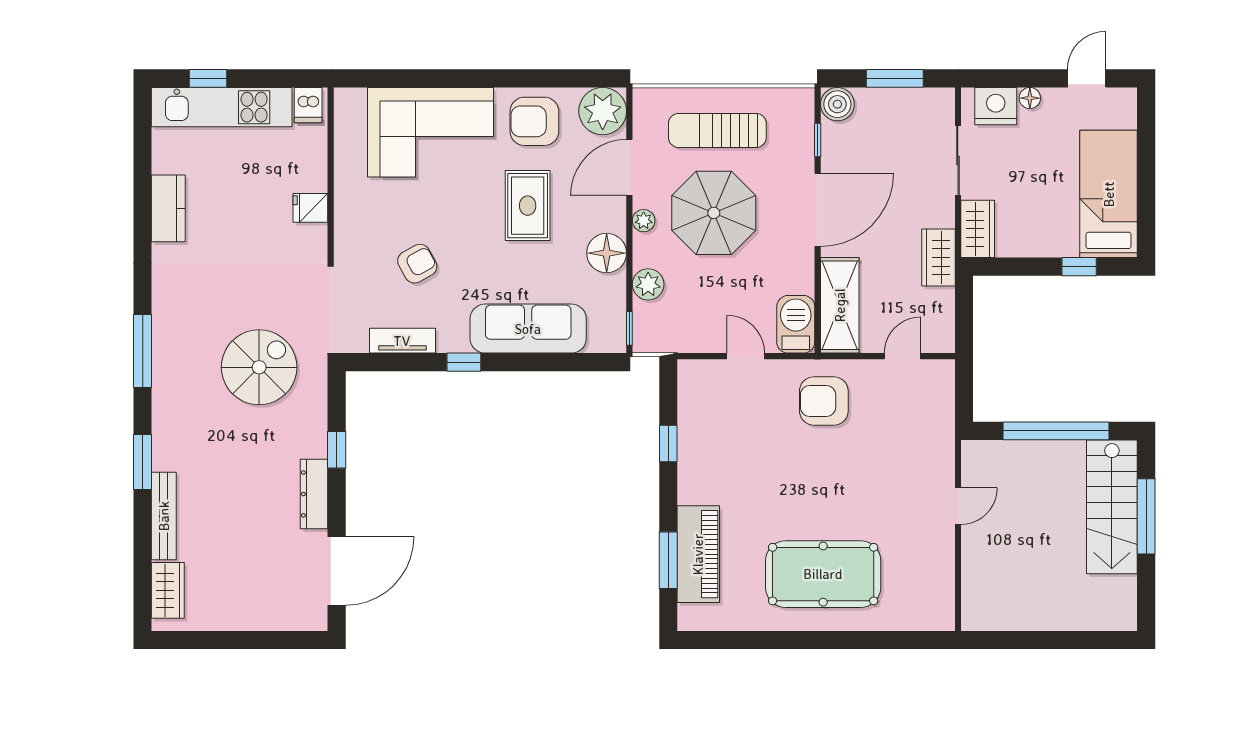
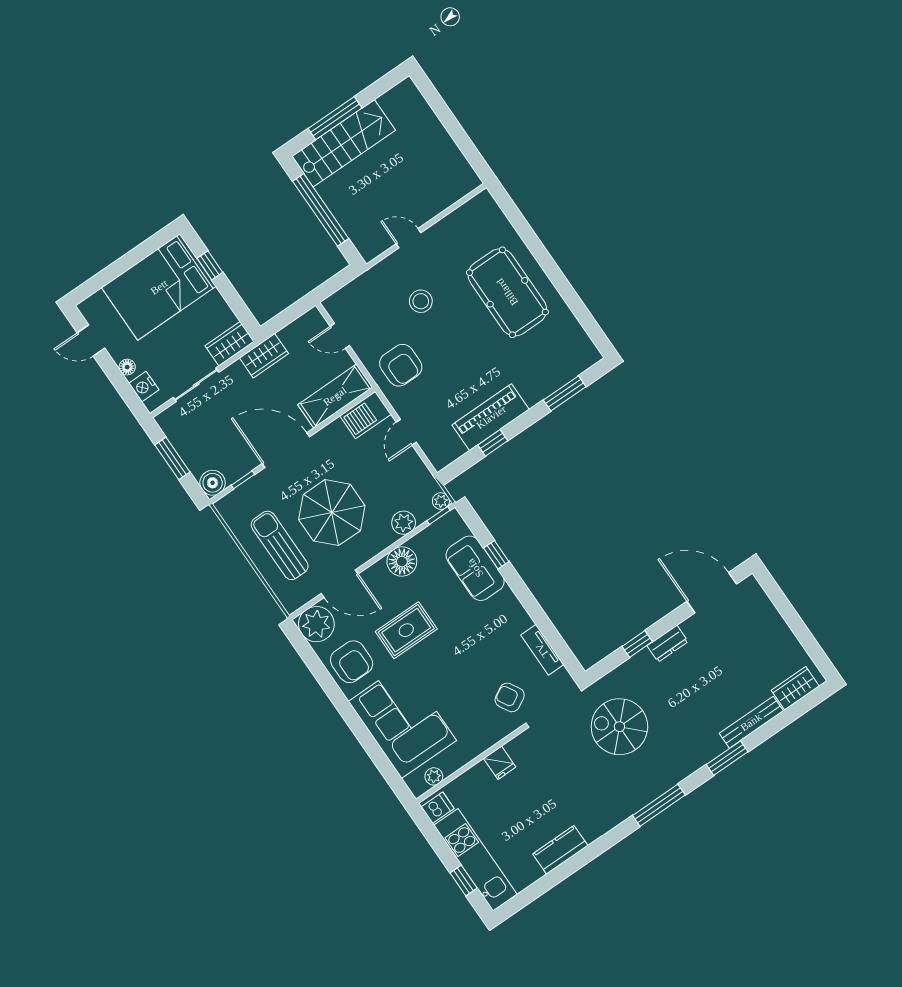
nightstand: (996, 106) -> (144, 387), width x0.74, depth x0.75
plant: (345, 125) -> (434, 776), added
sun lounger: (717, 130) -> (280, 545), turned 180
bed: (1109, 194) -> (159, 287), width x1.50
plant: (644, 221) -> (441, 501), moved
armchair: (417, 264) -> (510, 697), moved
sofa: (528, 329) -> (475, 568), width x0.73
window: (464, 362) -> (496, 555), moved
stool: (879, 472) -> (421, 301), added
dresser: (314, 494) -> (668, 644), width x0.70
piano: (698, 554) -> (491, 417), moved

